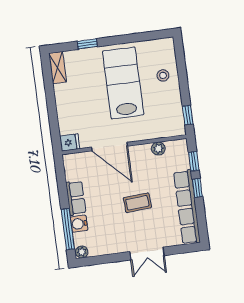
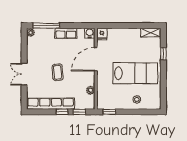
water cooler: (79, 224) -> (90, 33), moved

